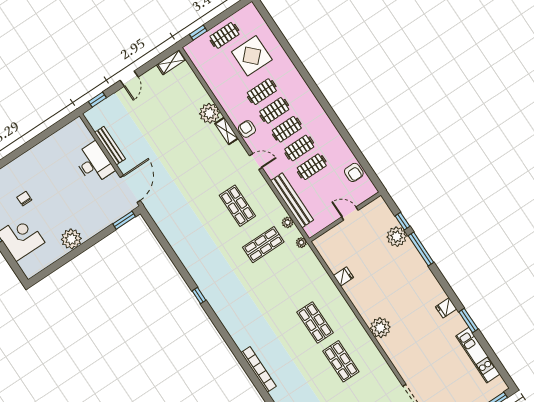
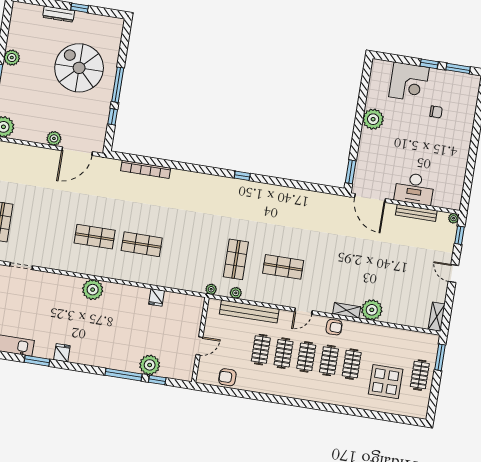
window: (198, 33) -> (440, 357), width x1.50
plant: (89, 115) -> (454, 218), added

